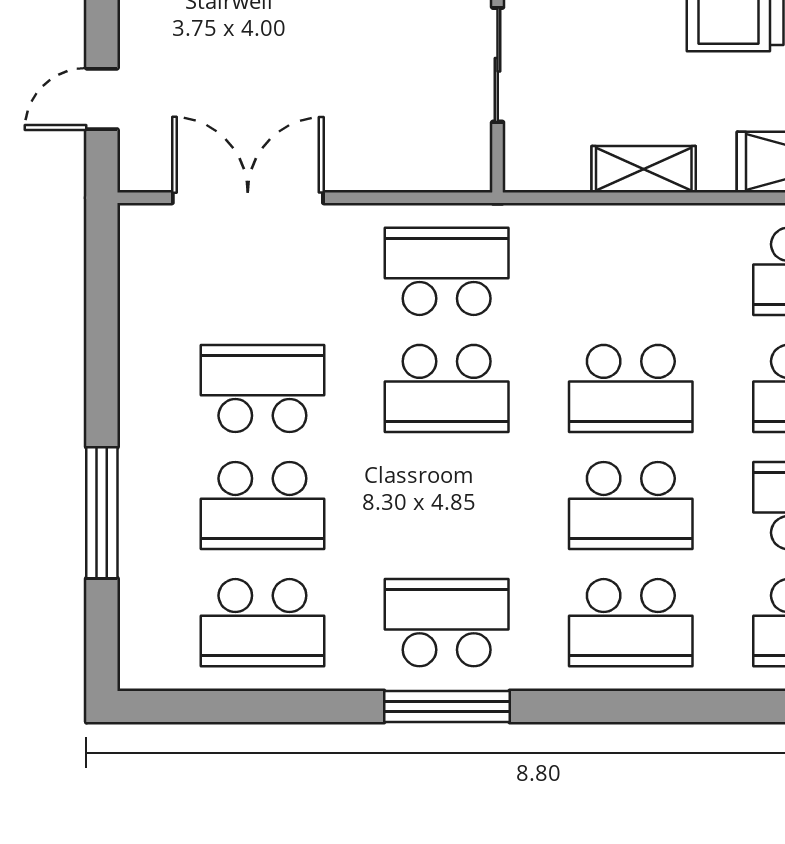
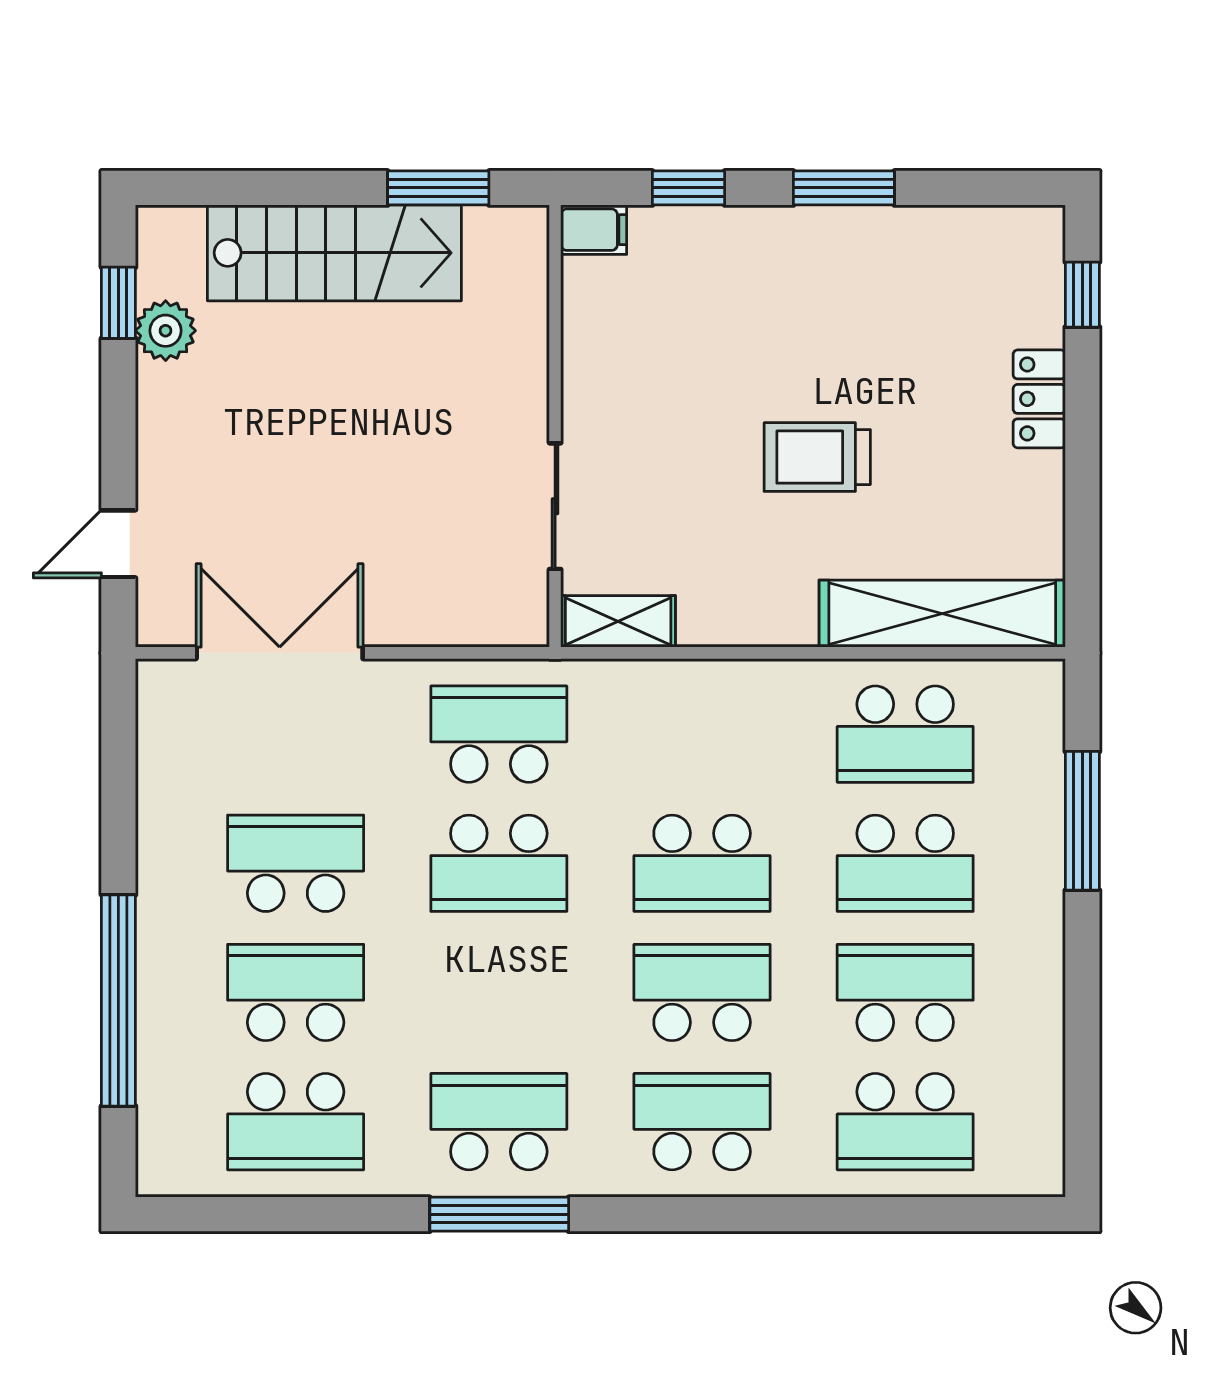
shelving: (644, 169) -> (618, 621), moved
school desk: (262, 506) -> (296, 992), turned 180
school desk: (631, 506) -> (702, 992), turned 180
window: (102, 513) -> (118, 1000), width x1.46
school desk: (631, 623) -> (702, 1122), turned 180

